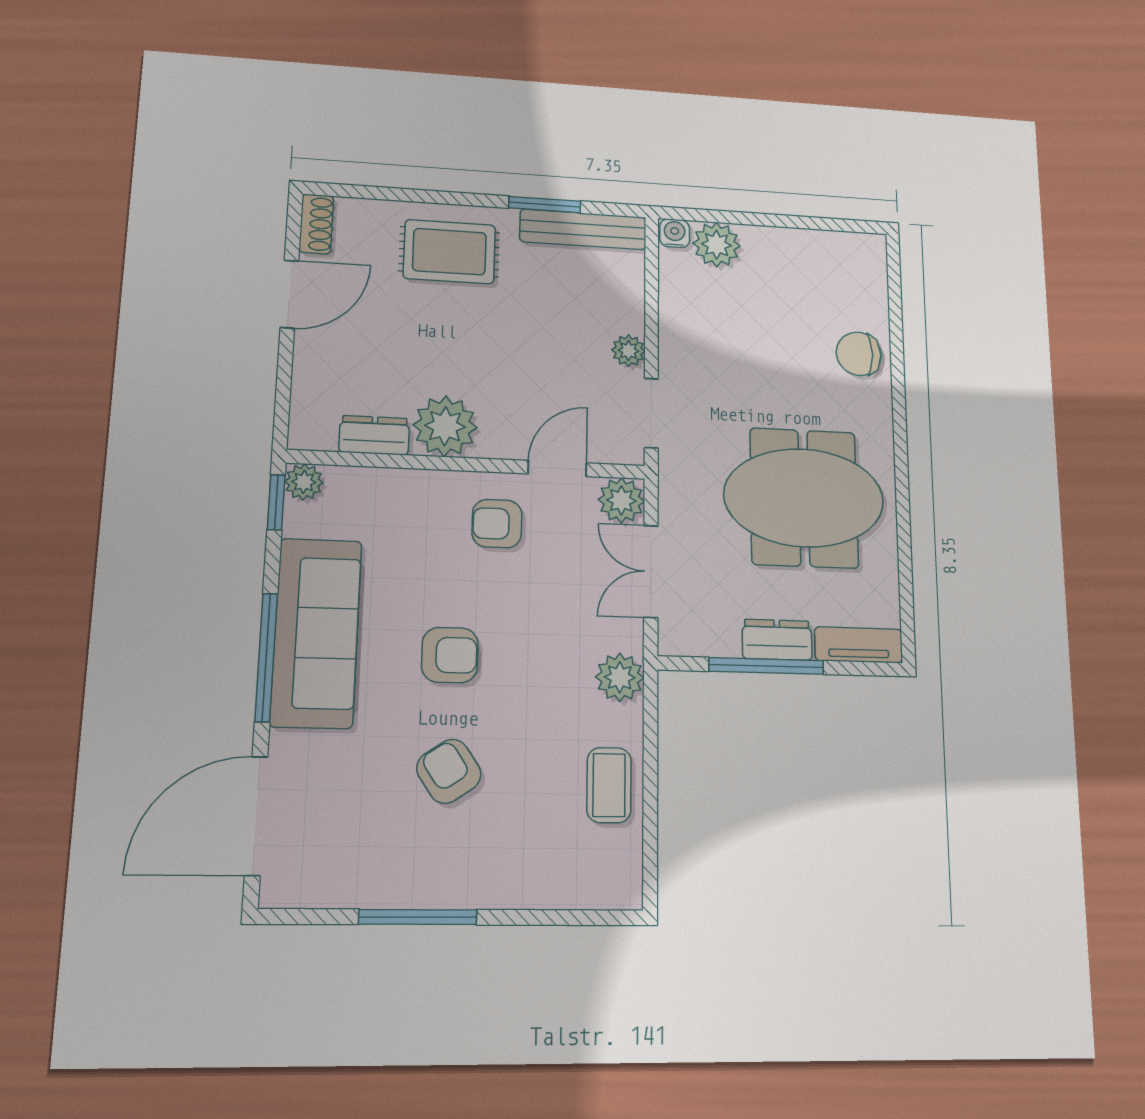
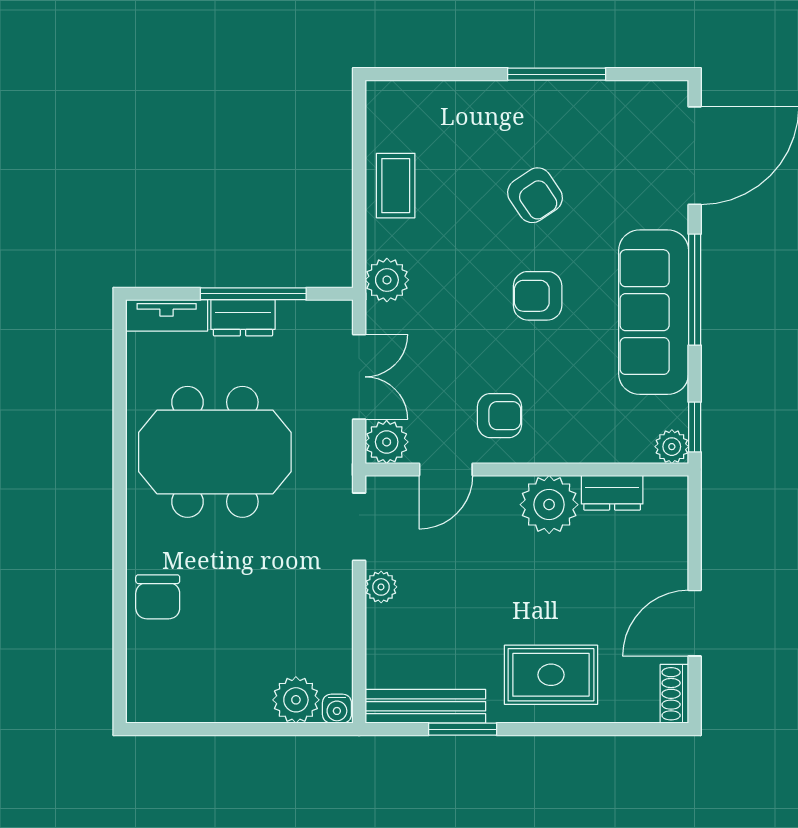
chair: (859, 354) -> (158, 597), turned 90

